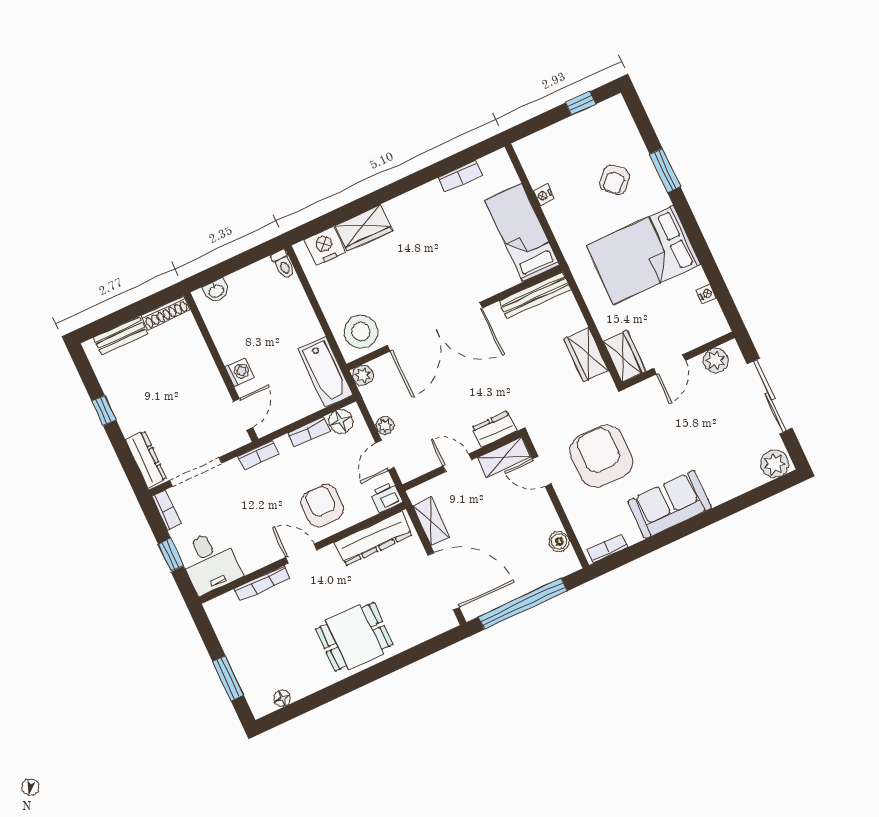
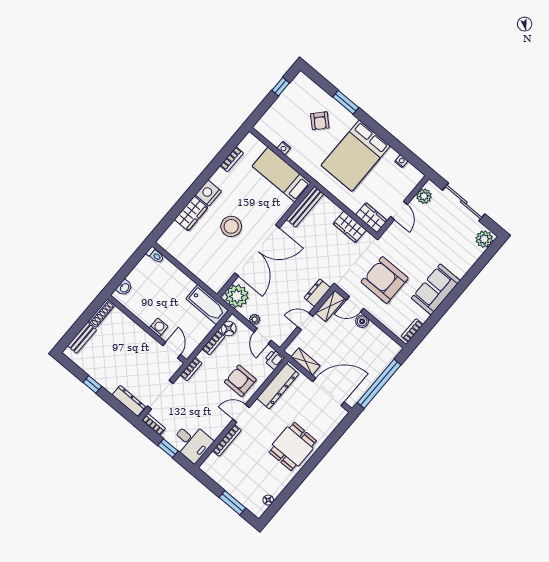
nightstand: (325, 246) -> (208, 193), moved
stool: (361, 332) -> (231, 226), moved
plant: (363, 375) -> (237, 296), width x1.88, depth x1.88
boiler: (559, 541) -> (362, 321), moved

